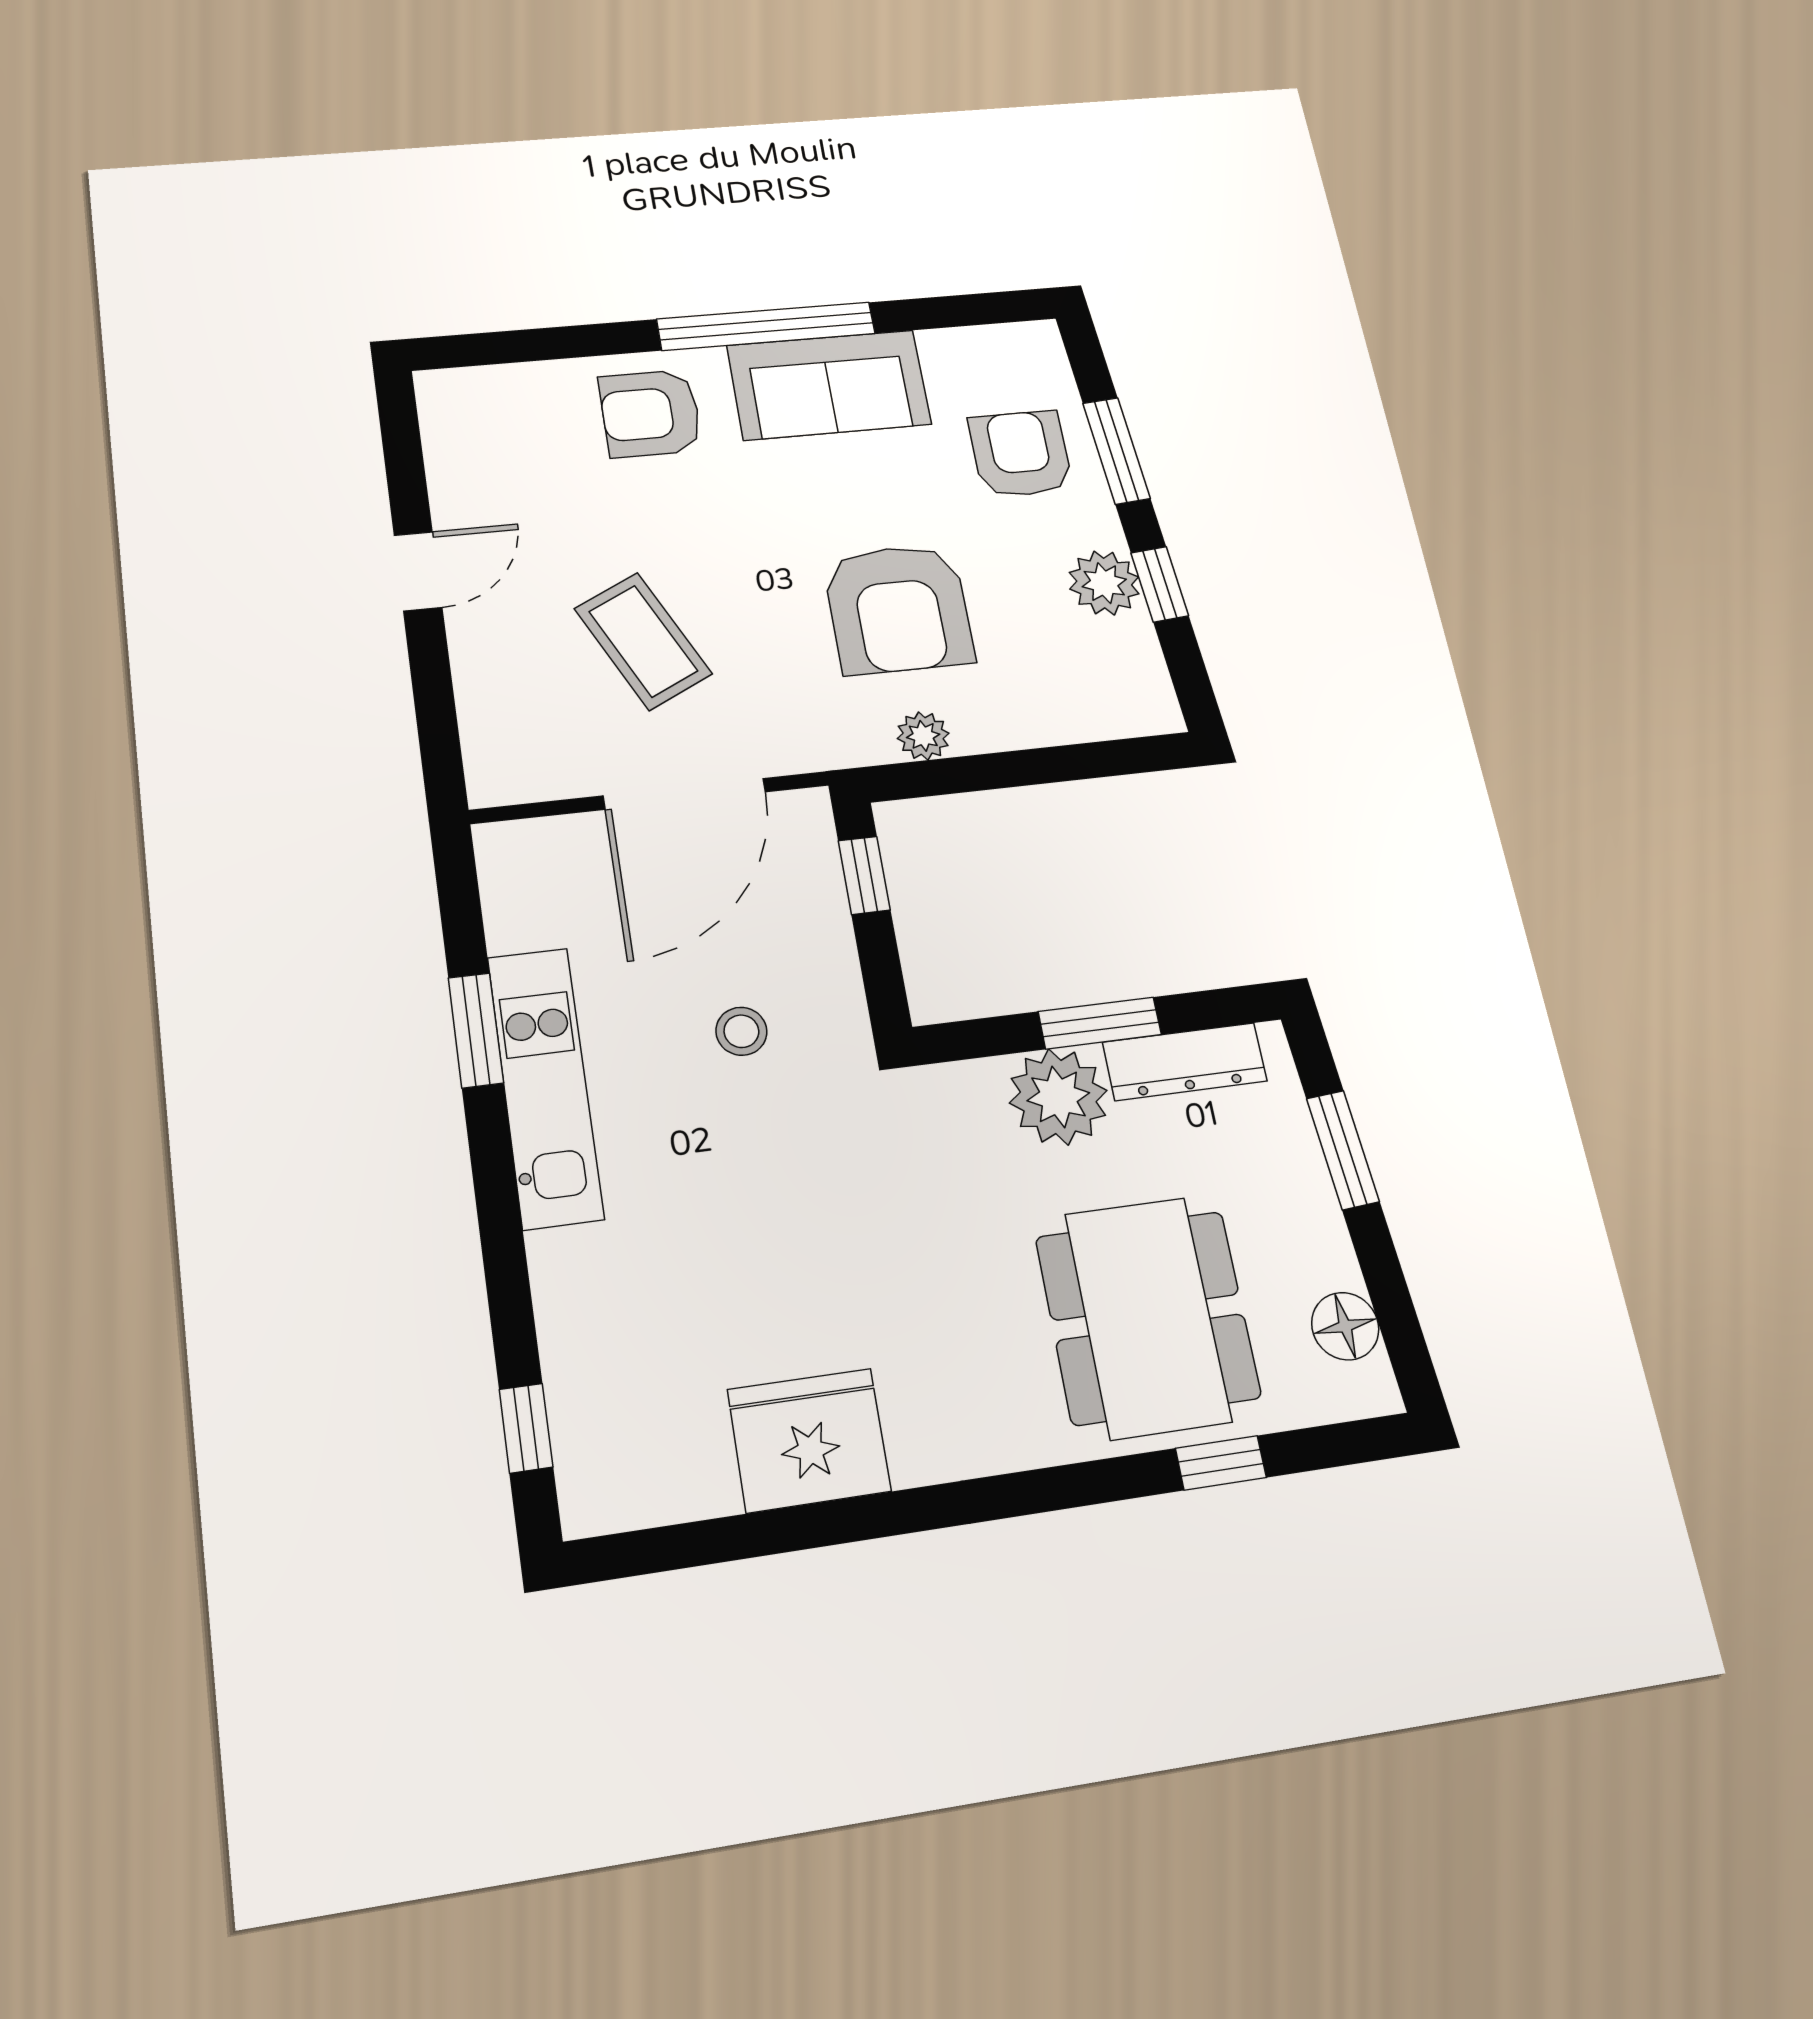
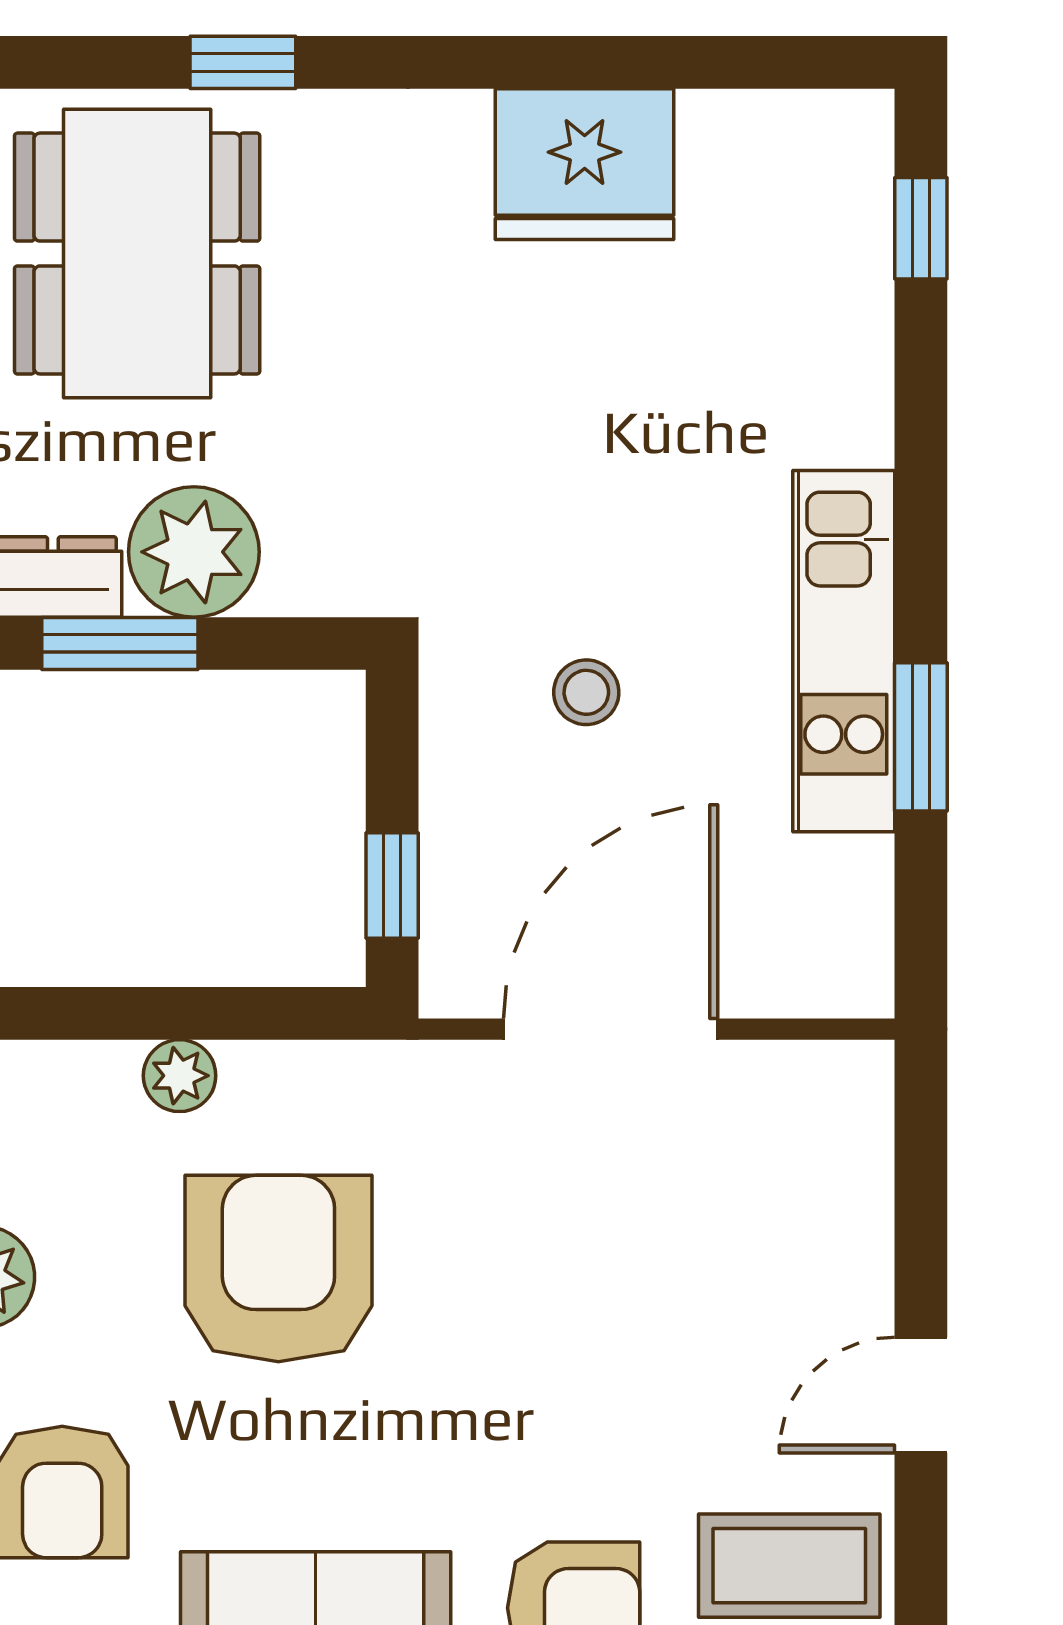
coffee table: (643, 641) -> (789, 1566), moved, turned -64
plant: (923, 736) -> (180, 1076), moved
window: (1221, 1463) -> (243, 62), moved

